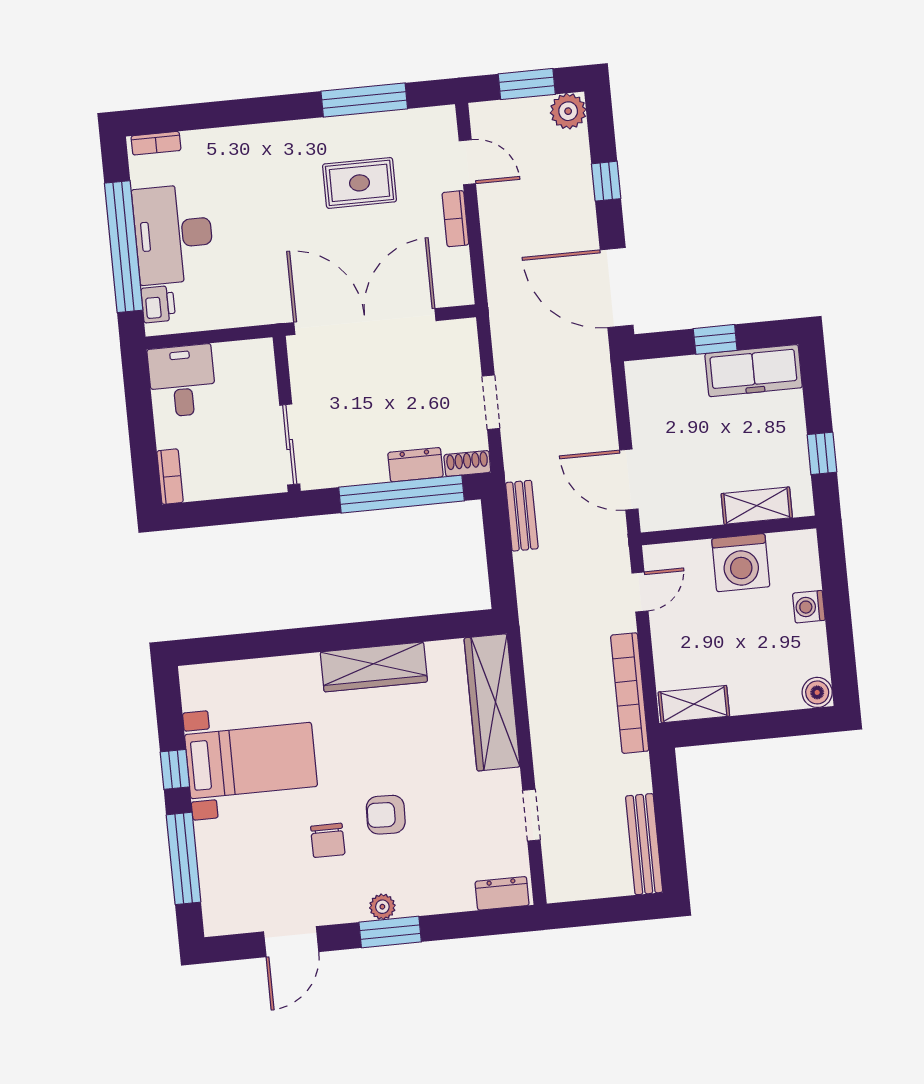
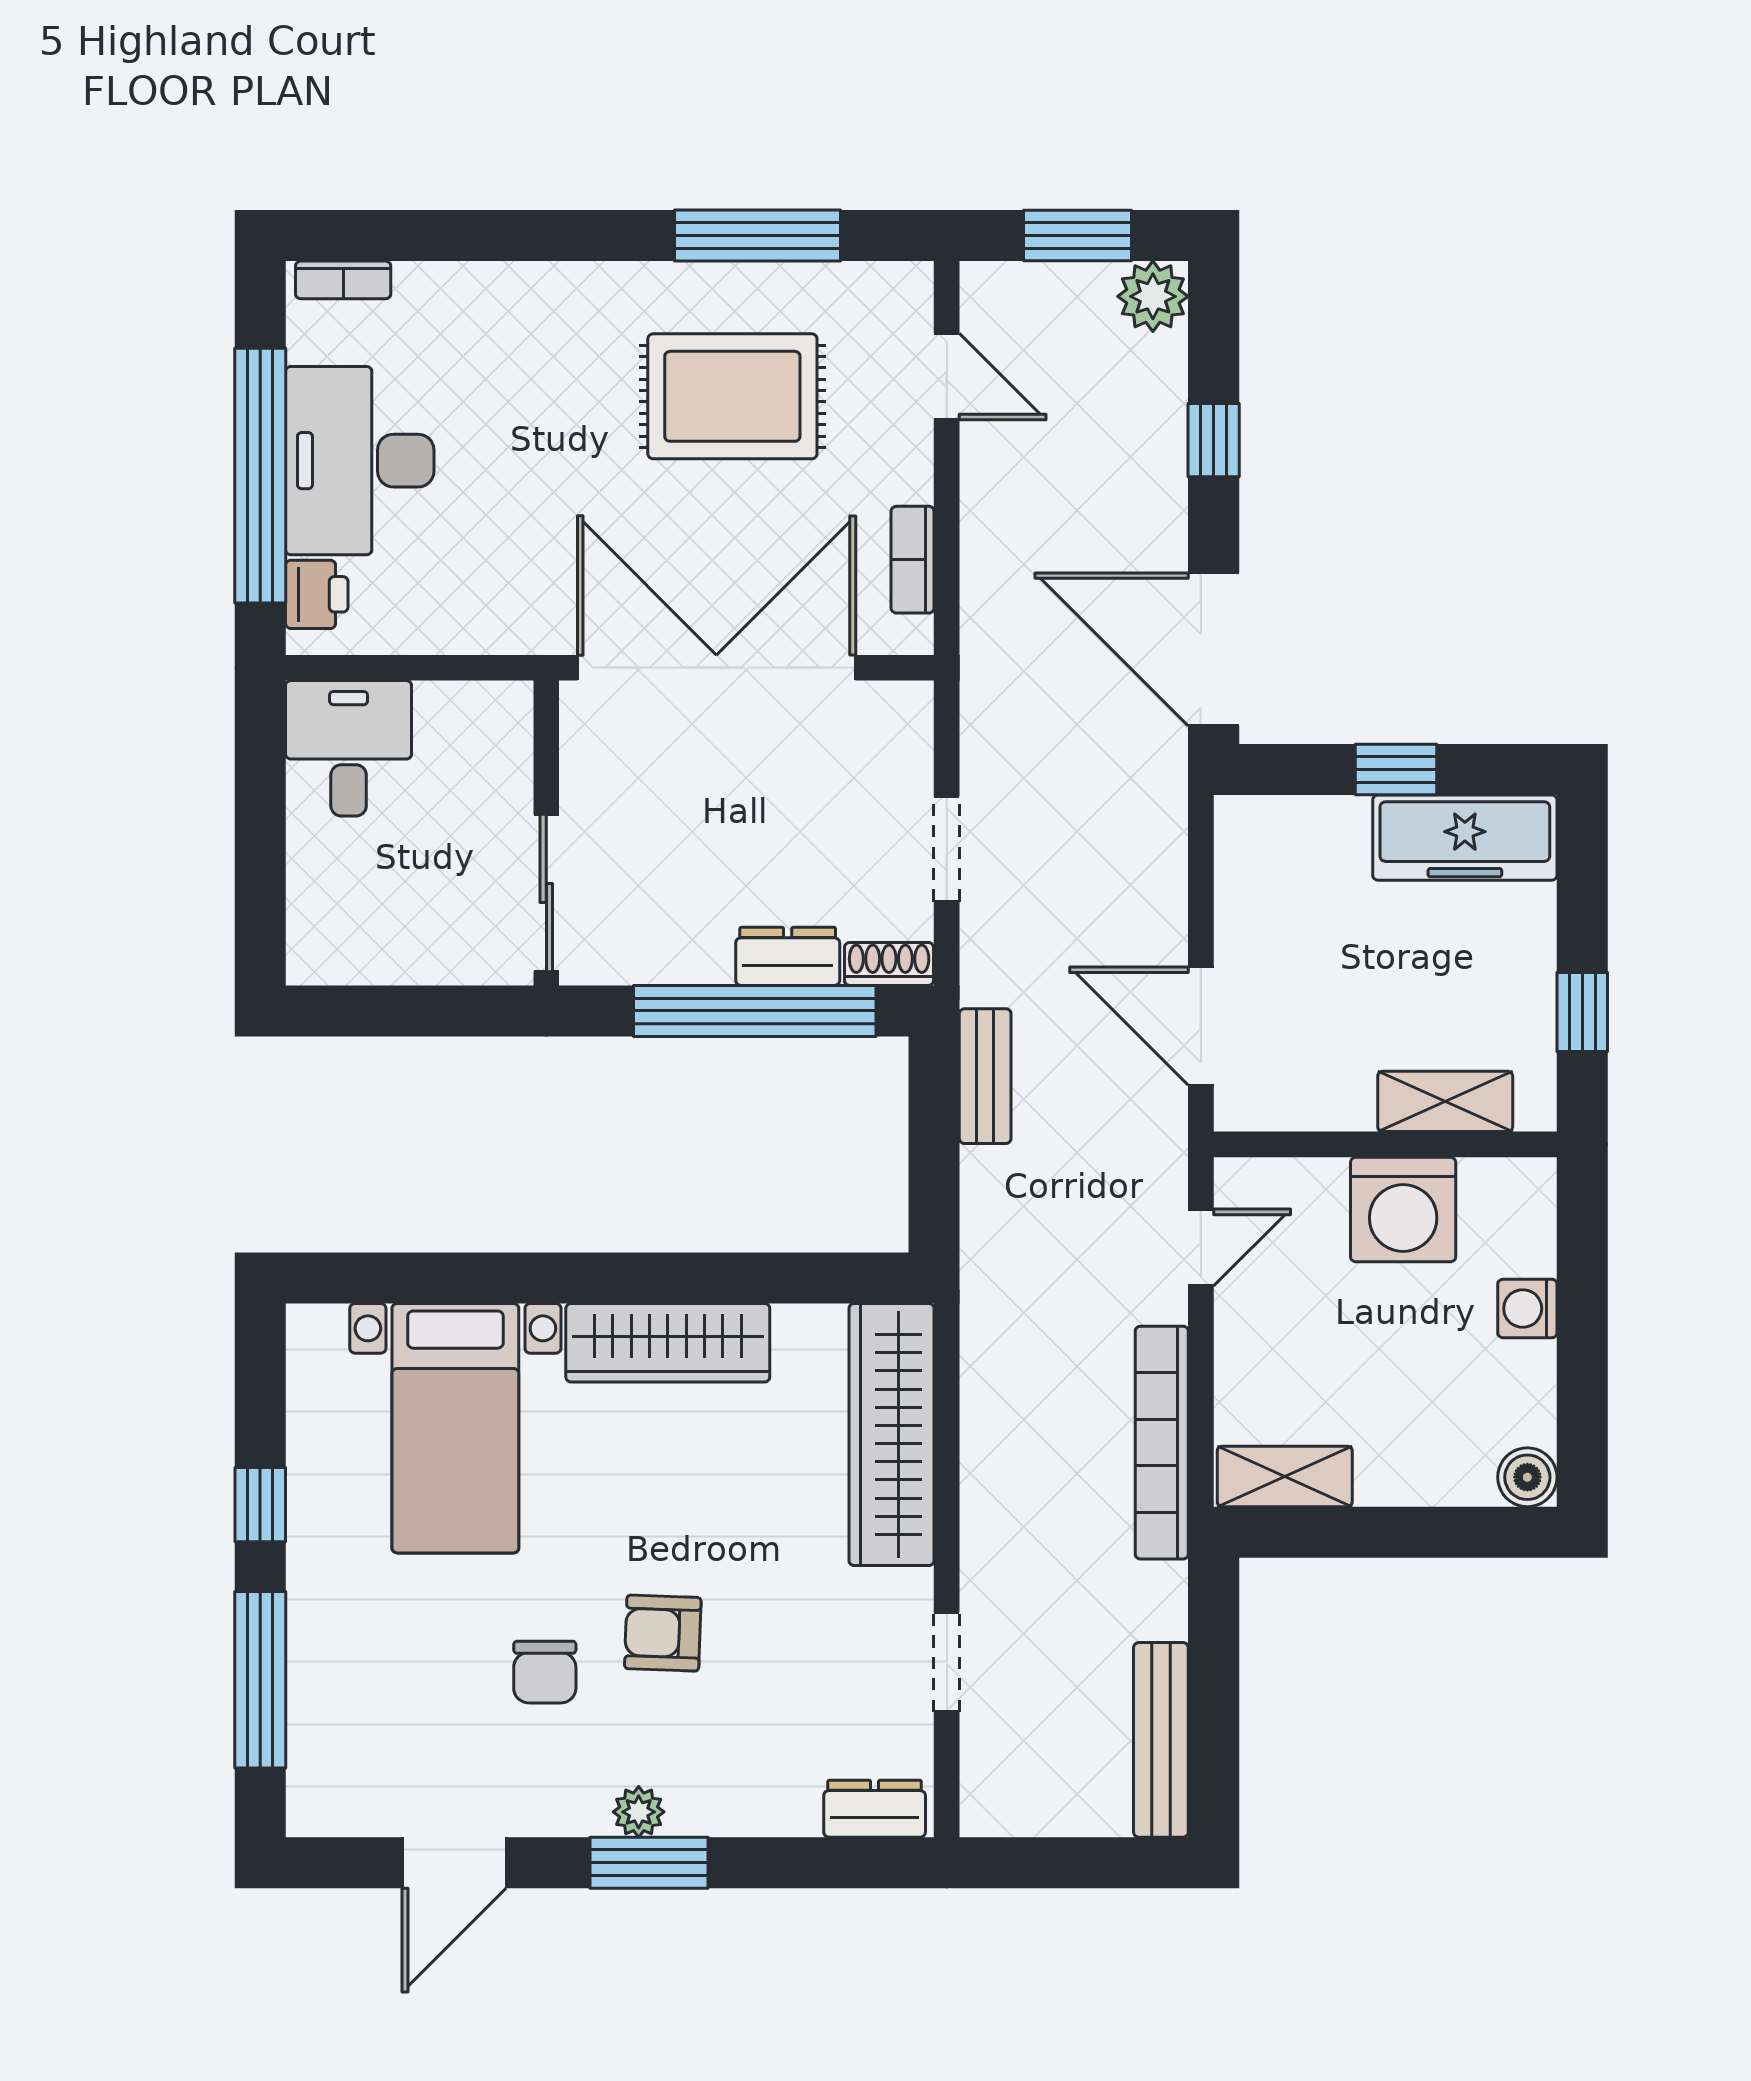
rug: (360, 183) -> (732, 396), width x1.36, depth x1.43
bookcase: (455, 219) -> (913, 560), moved
bookcase: (170, 477) -> (307, 933), removed
bed with nightstands: (251, 760) -> (455, 1428), moved, turned 90

